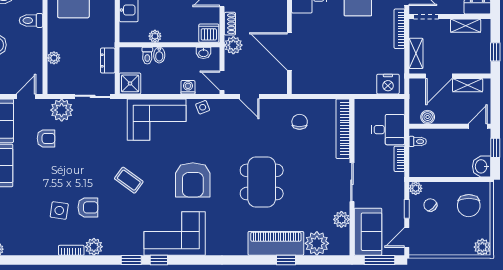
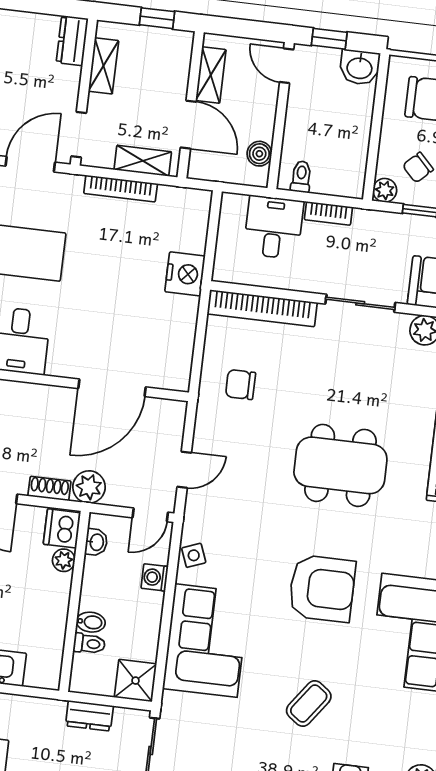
bookcase: (399, 29) -> (121, 189), moved
plant: (155, 36) -> (64, 560), moved
nightstand: (388, 84) -> (185, 274), moved

